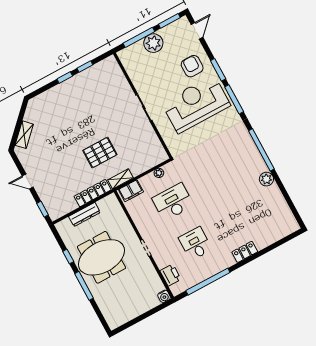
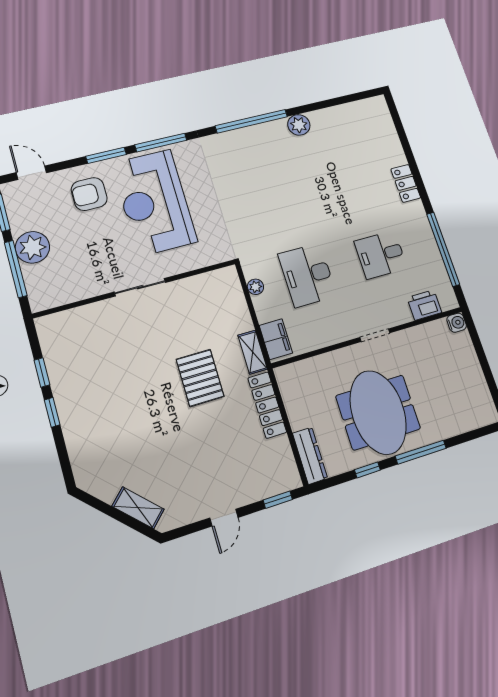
dresser: (84, 214) -> (310, 456), moved

